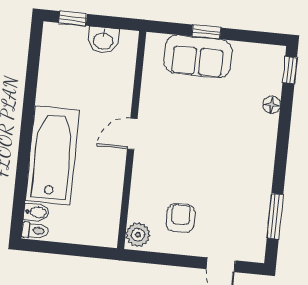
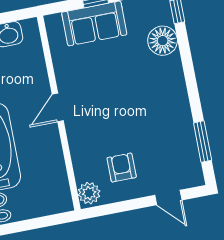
floor lamp: (272, 105) -> (163, 41), width x1.89, depth x1.89

